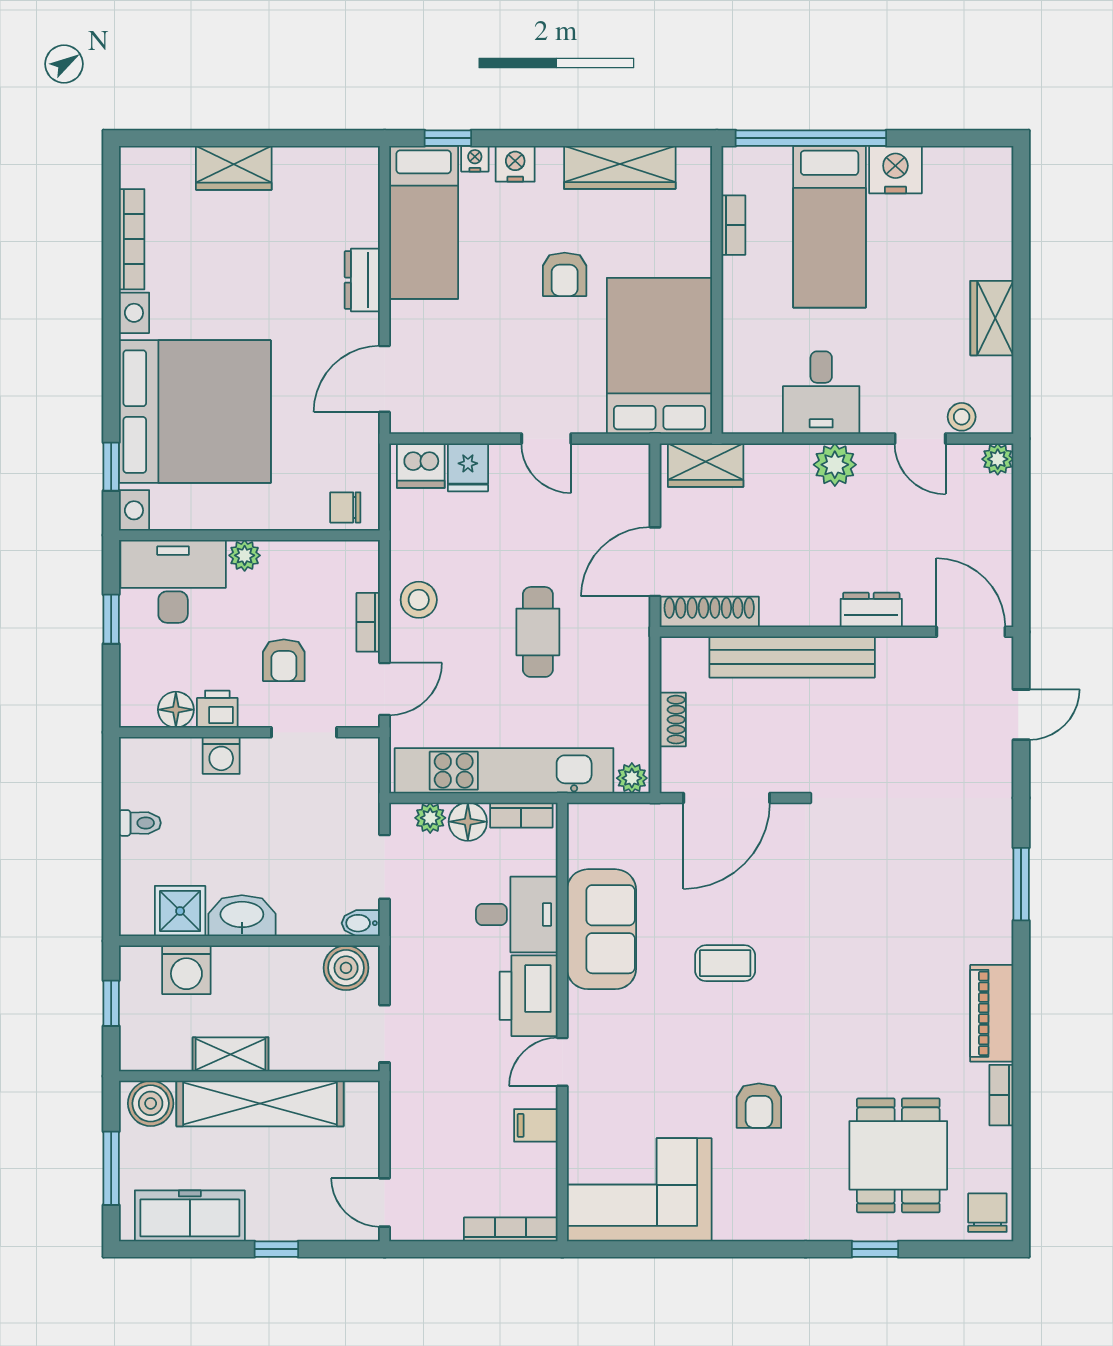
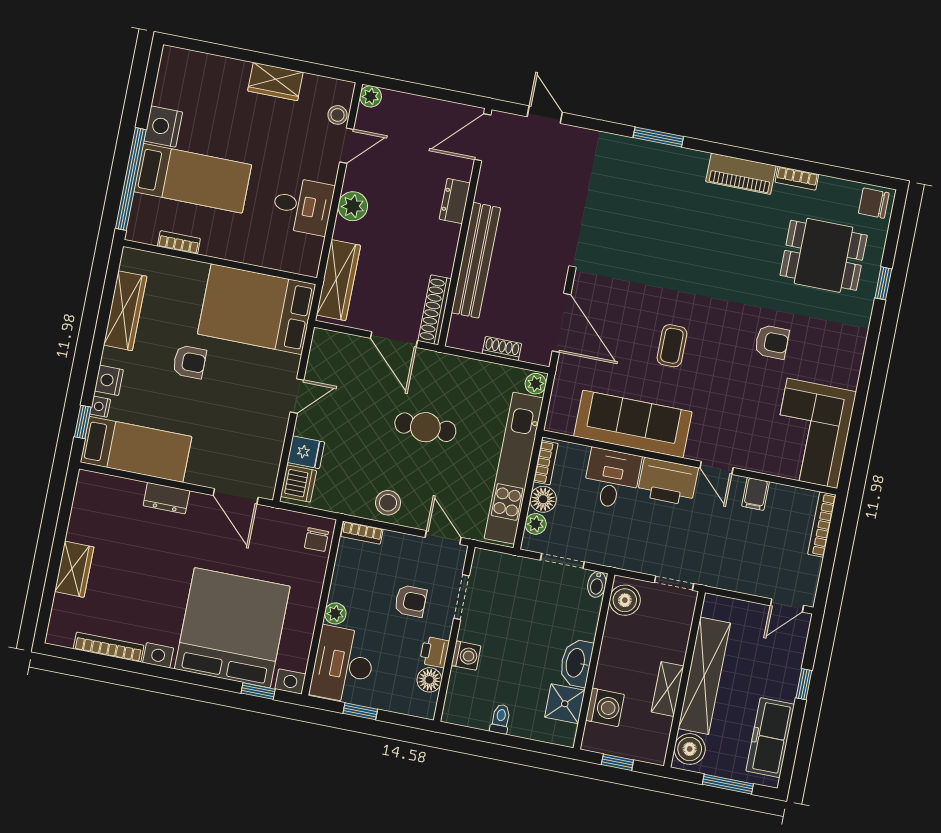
wardrobe: (706, 465) -> (338, 280), width x1.50
bookcase: (368, 622) -> (362, 533), moved
sofa: (602, 929) -> (633, 424), width x1.36

